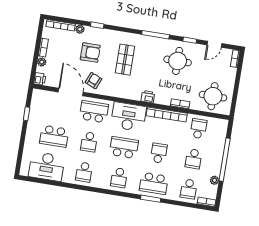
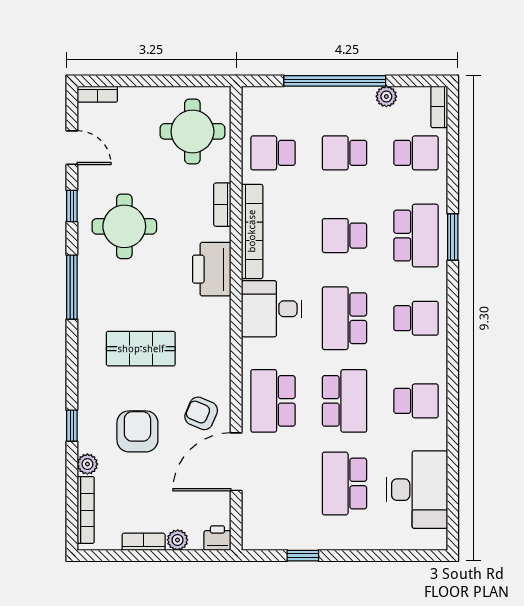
printer: (148, 97) -> (212, 269), width x1.87, depth x1.48
desk: (128, 117) -> (272, 309), width x0.73
school desk: (54, 136) -> (344, 484), turned 180
school desk: (89, 142) -> (344, 401), width x1.85
school desk: (194, 159) -> (344, 153), turned 180

